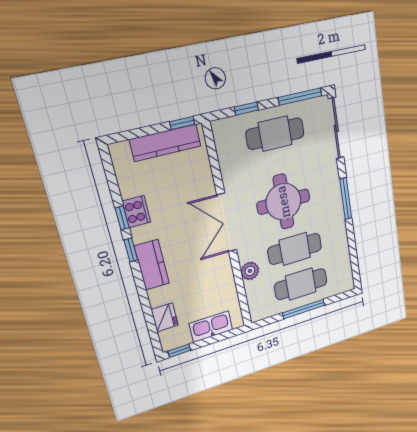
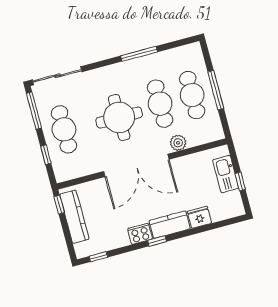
window: (346, 199) -> (139, 54), moved
cooker: (136, 212) -> (140, 234), moved
window: (122, 218) -> (98, 257), moved
double door: (227, 223) -> (136, 165), width x1.36
fridge: (165, 317) -> (199, 217), moved
window: (179, 351) -> (240, 181), moved

